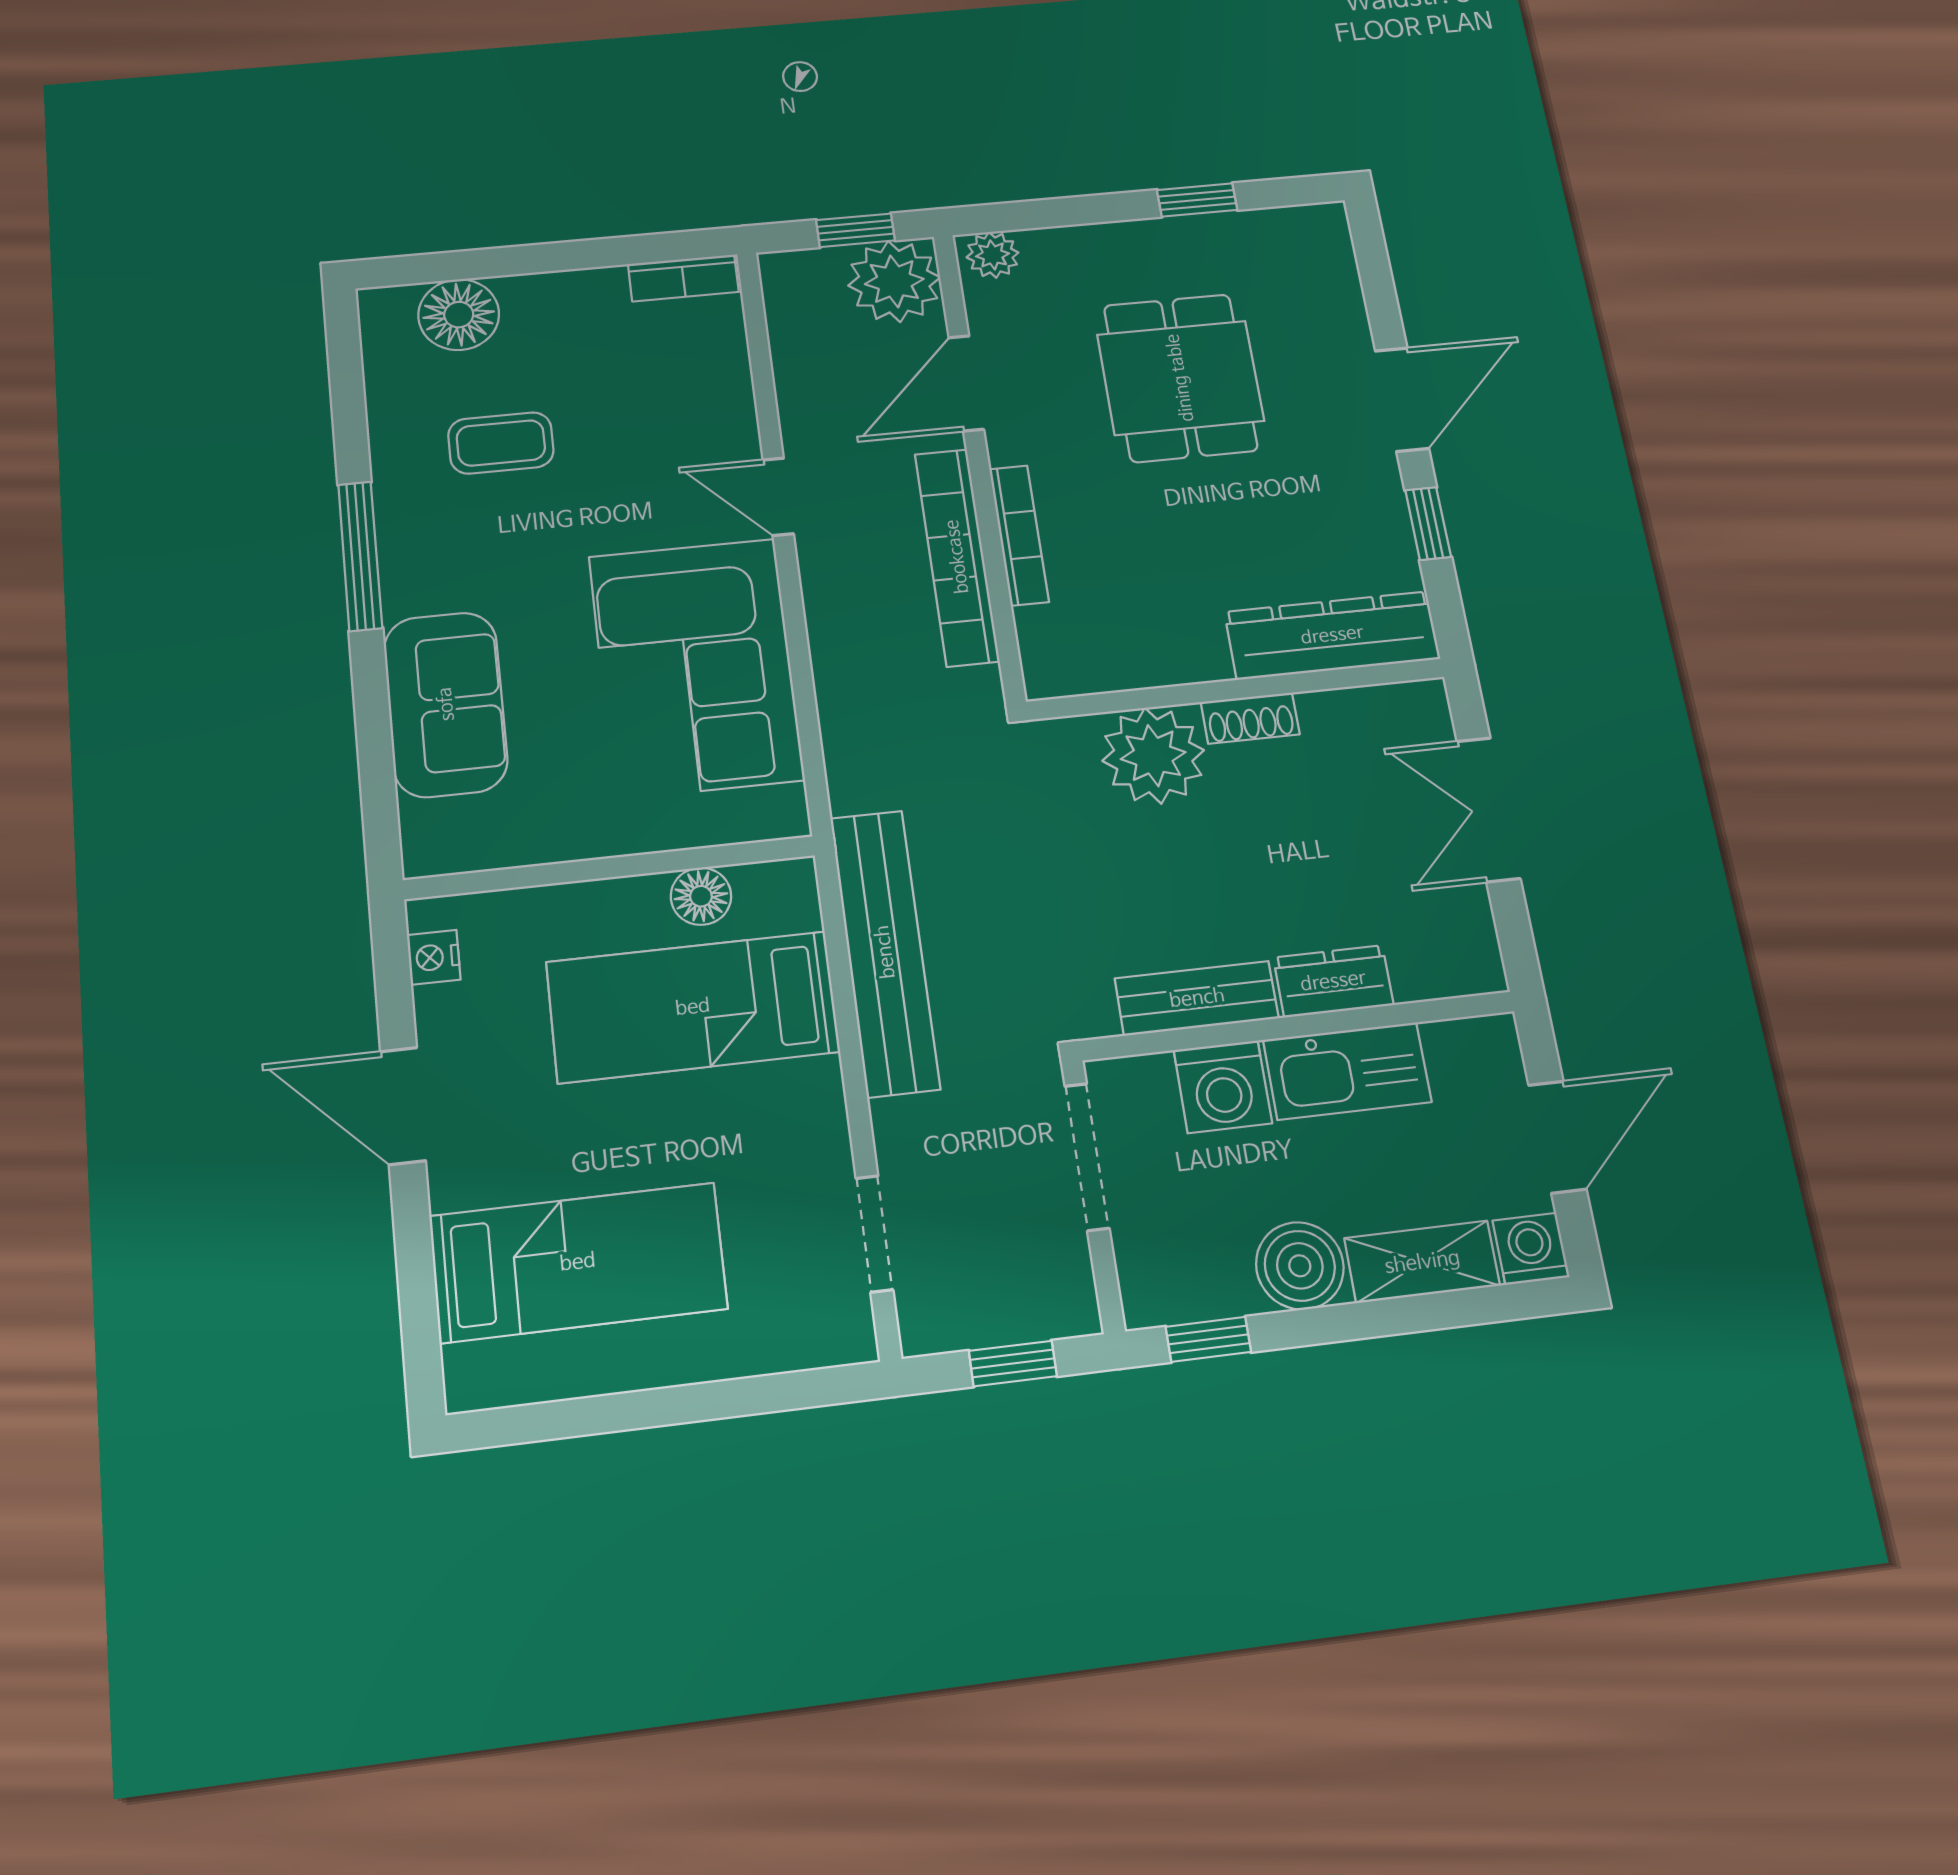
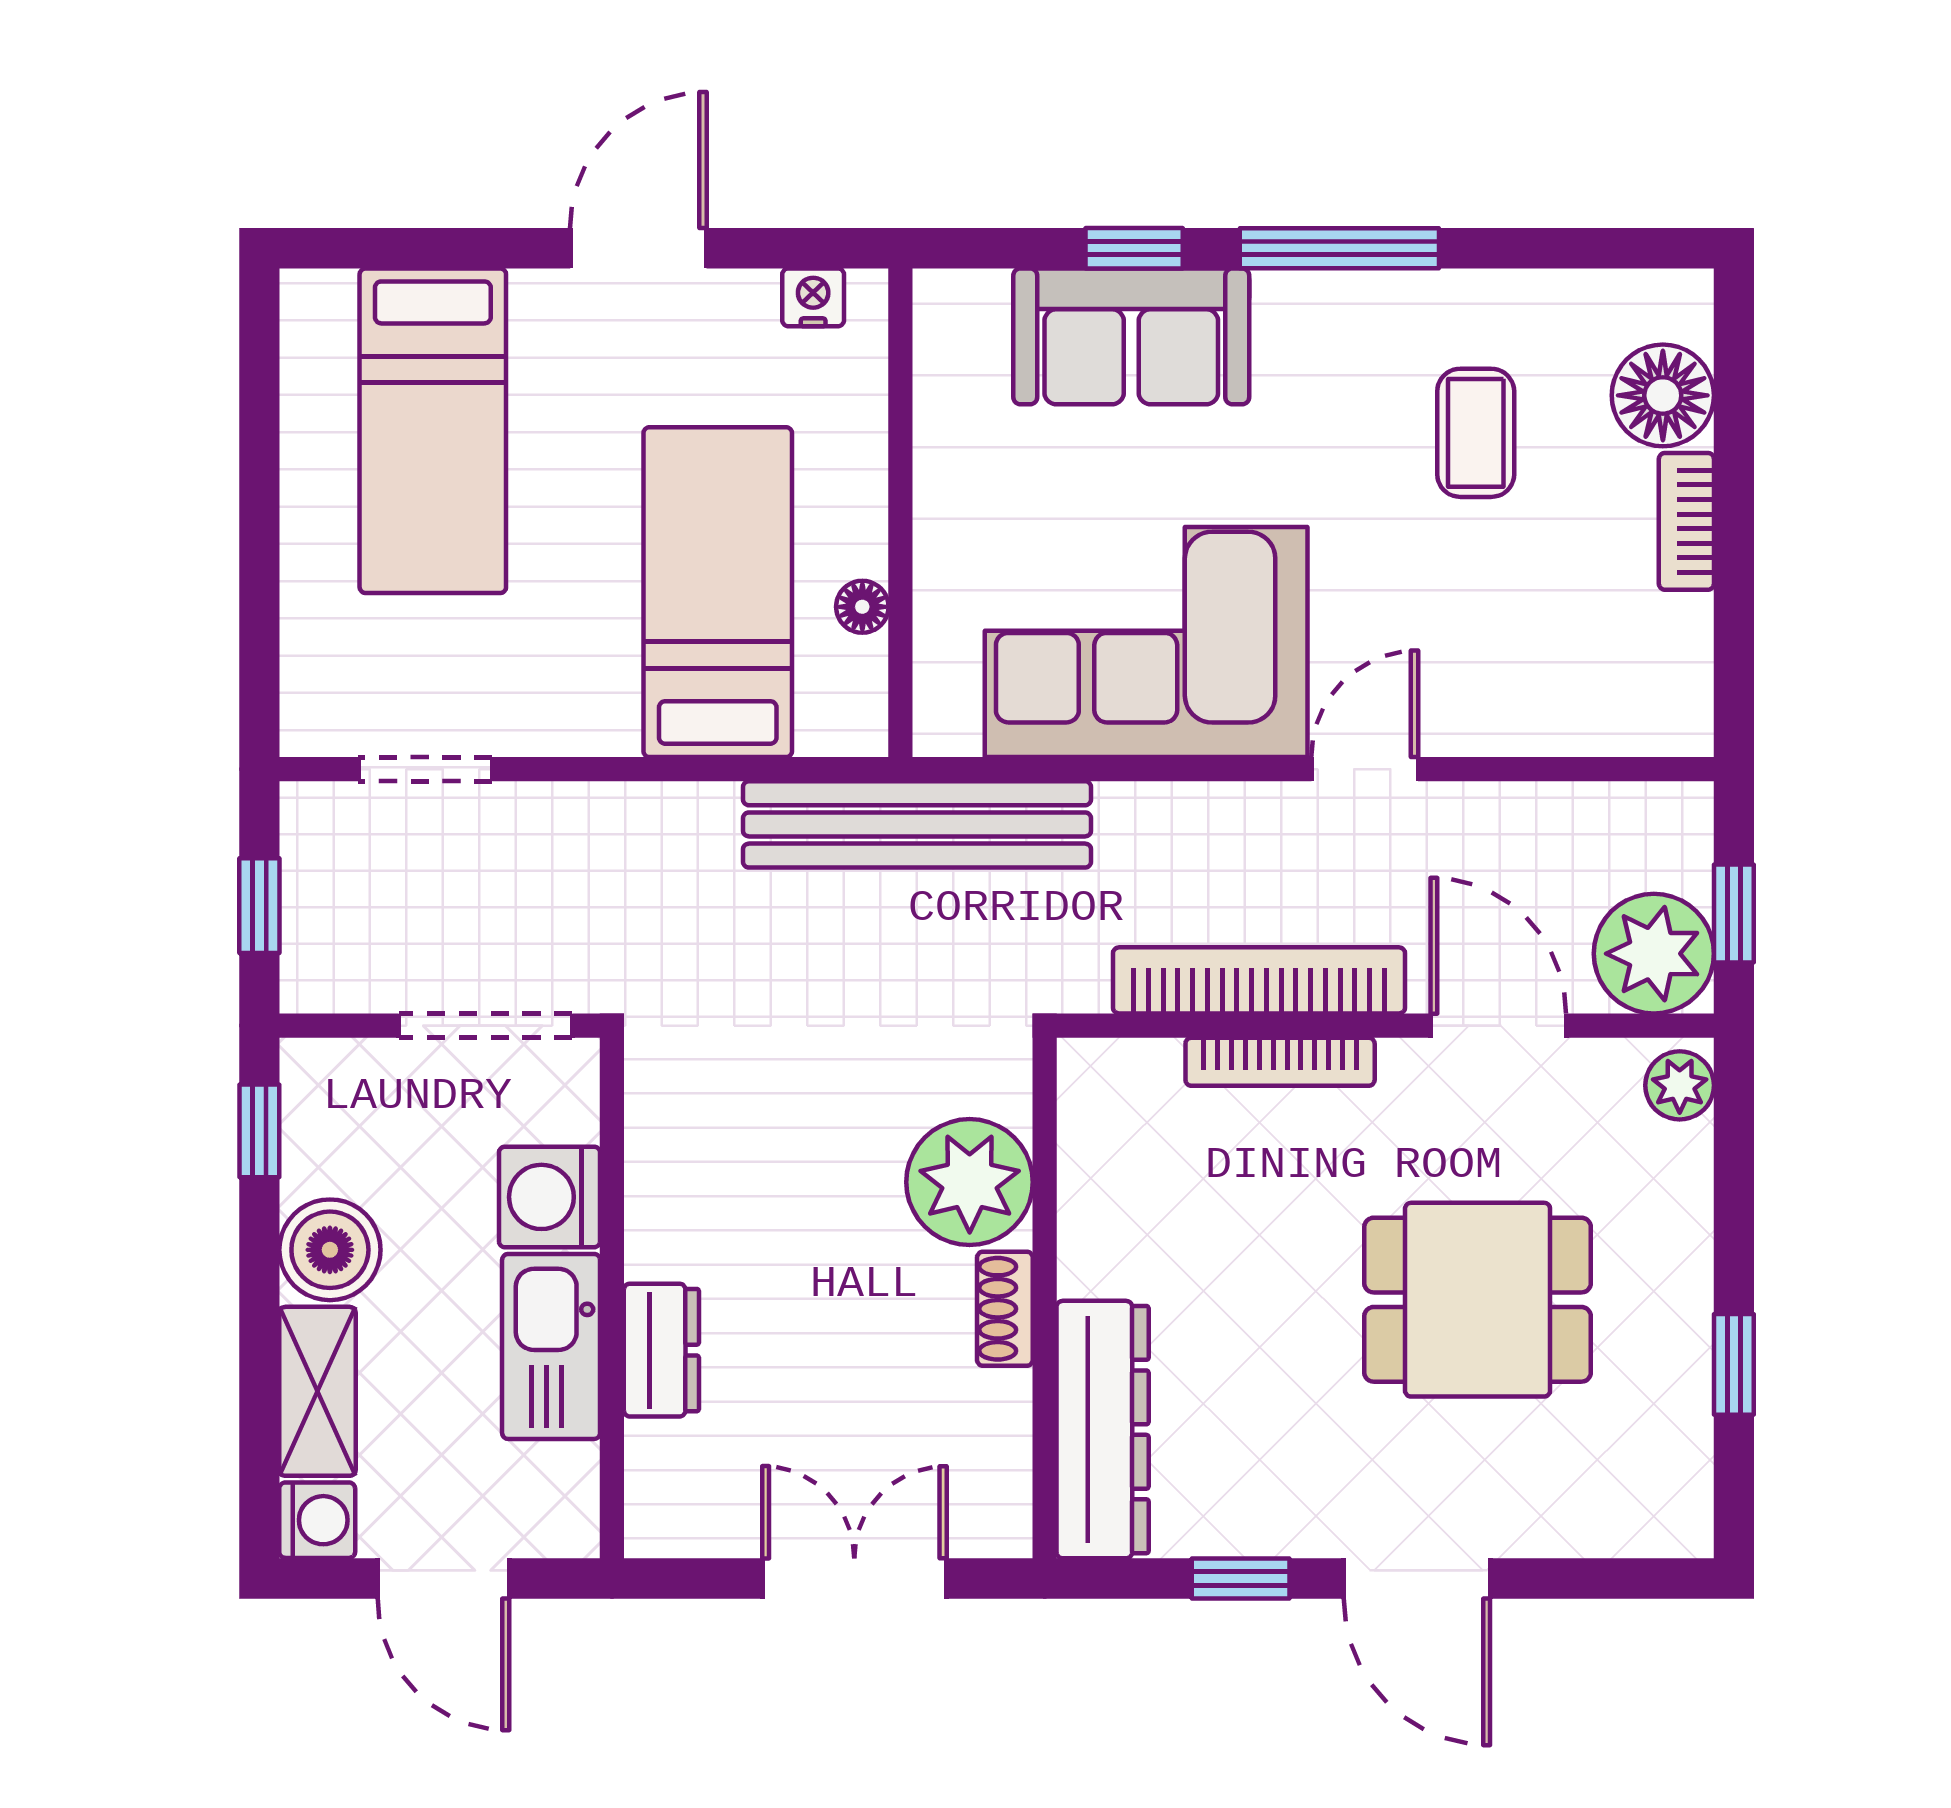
bookcase: (683, 278) -> (1686, 521), moved
window: (372, 710) -> (1134, 248), added
floor lamp: (701, 896) -> (862, 607), width x0.73, depth x0.73
bench: (885, 952) -> (917, 824), moved
bench: (1197, 998) -> (659, 1184), removed

